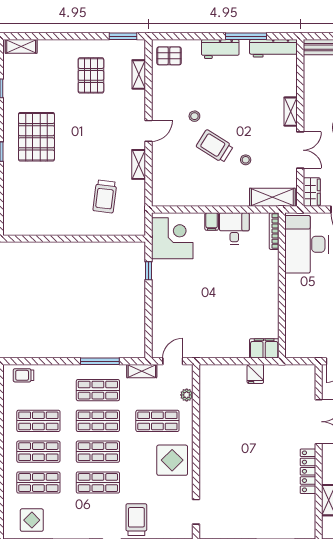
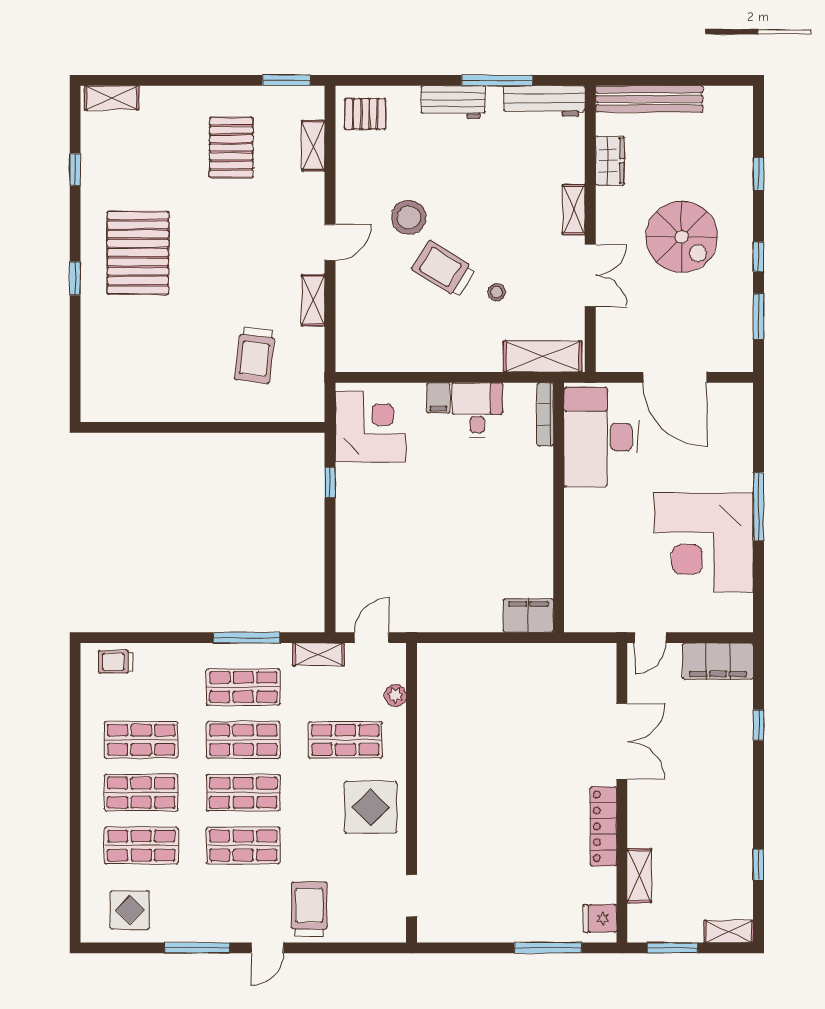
stool: (194, 116) -> (409, 217), width x1.89, depth x1.89
wardrobe: (312, 192) -> (610, 161), moved
fridge: (255, 374) -> (600, 919), moved, turned 90

